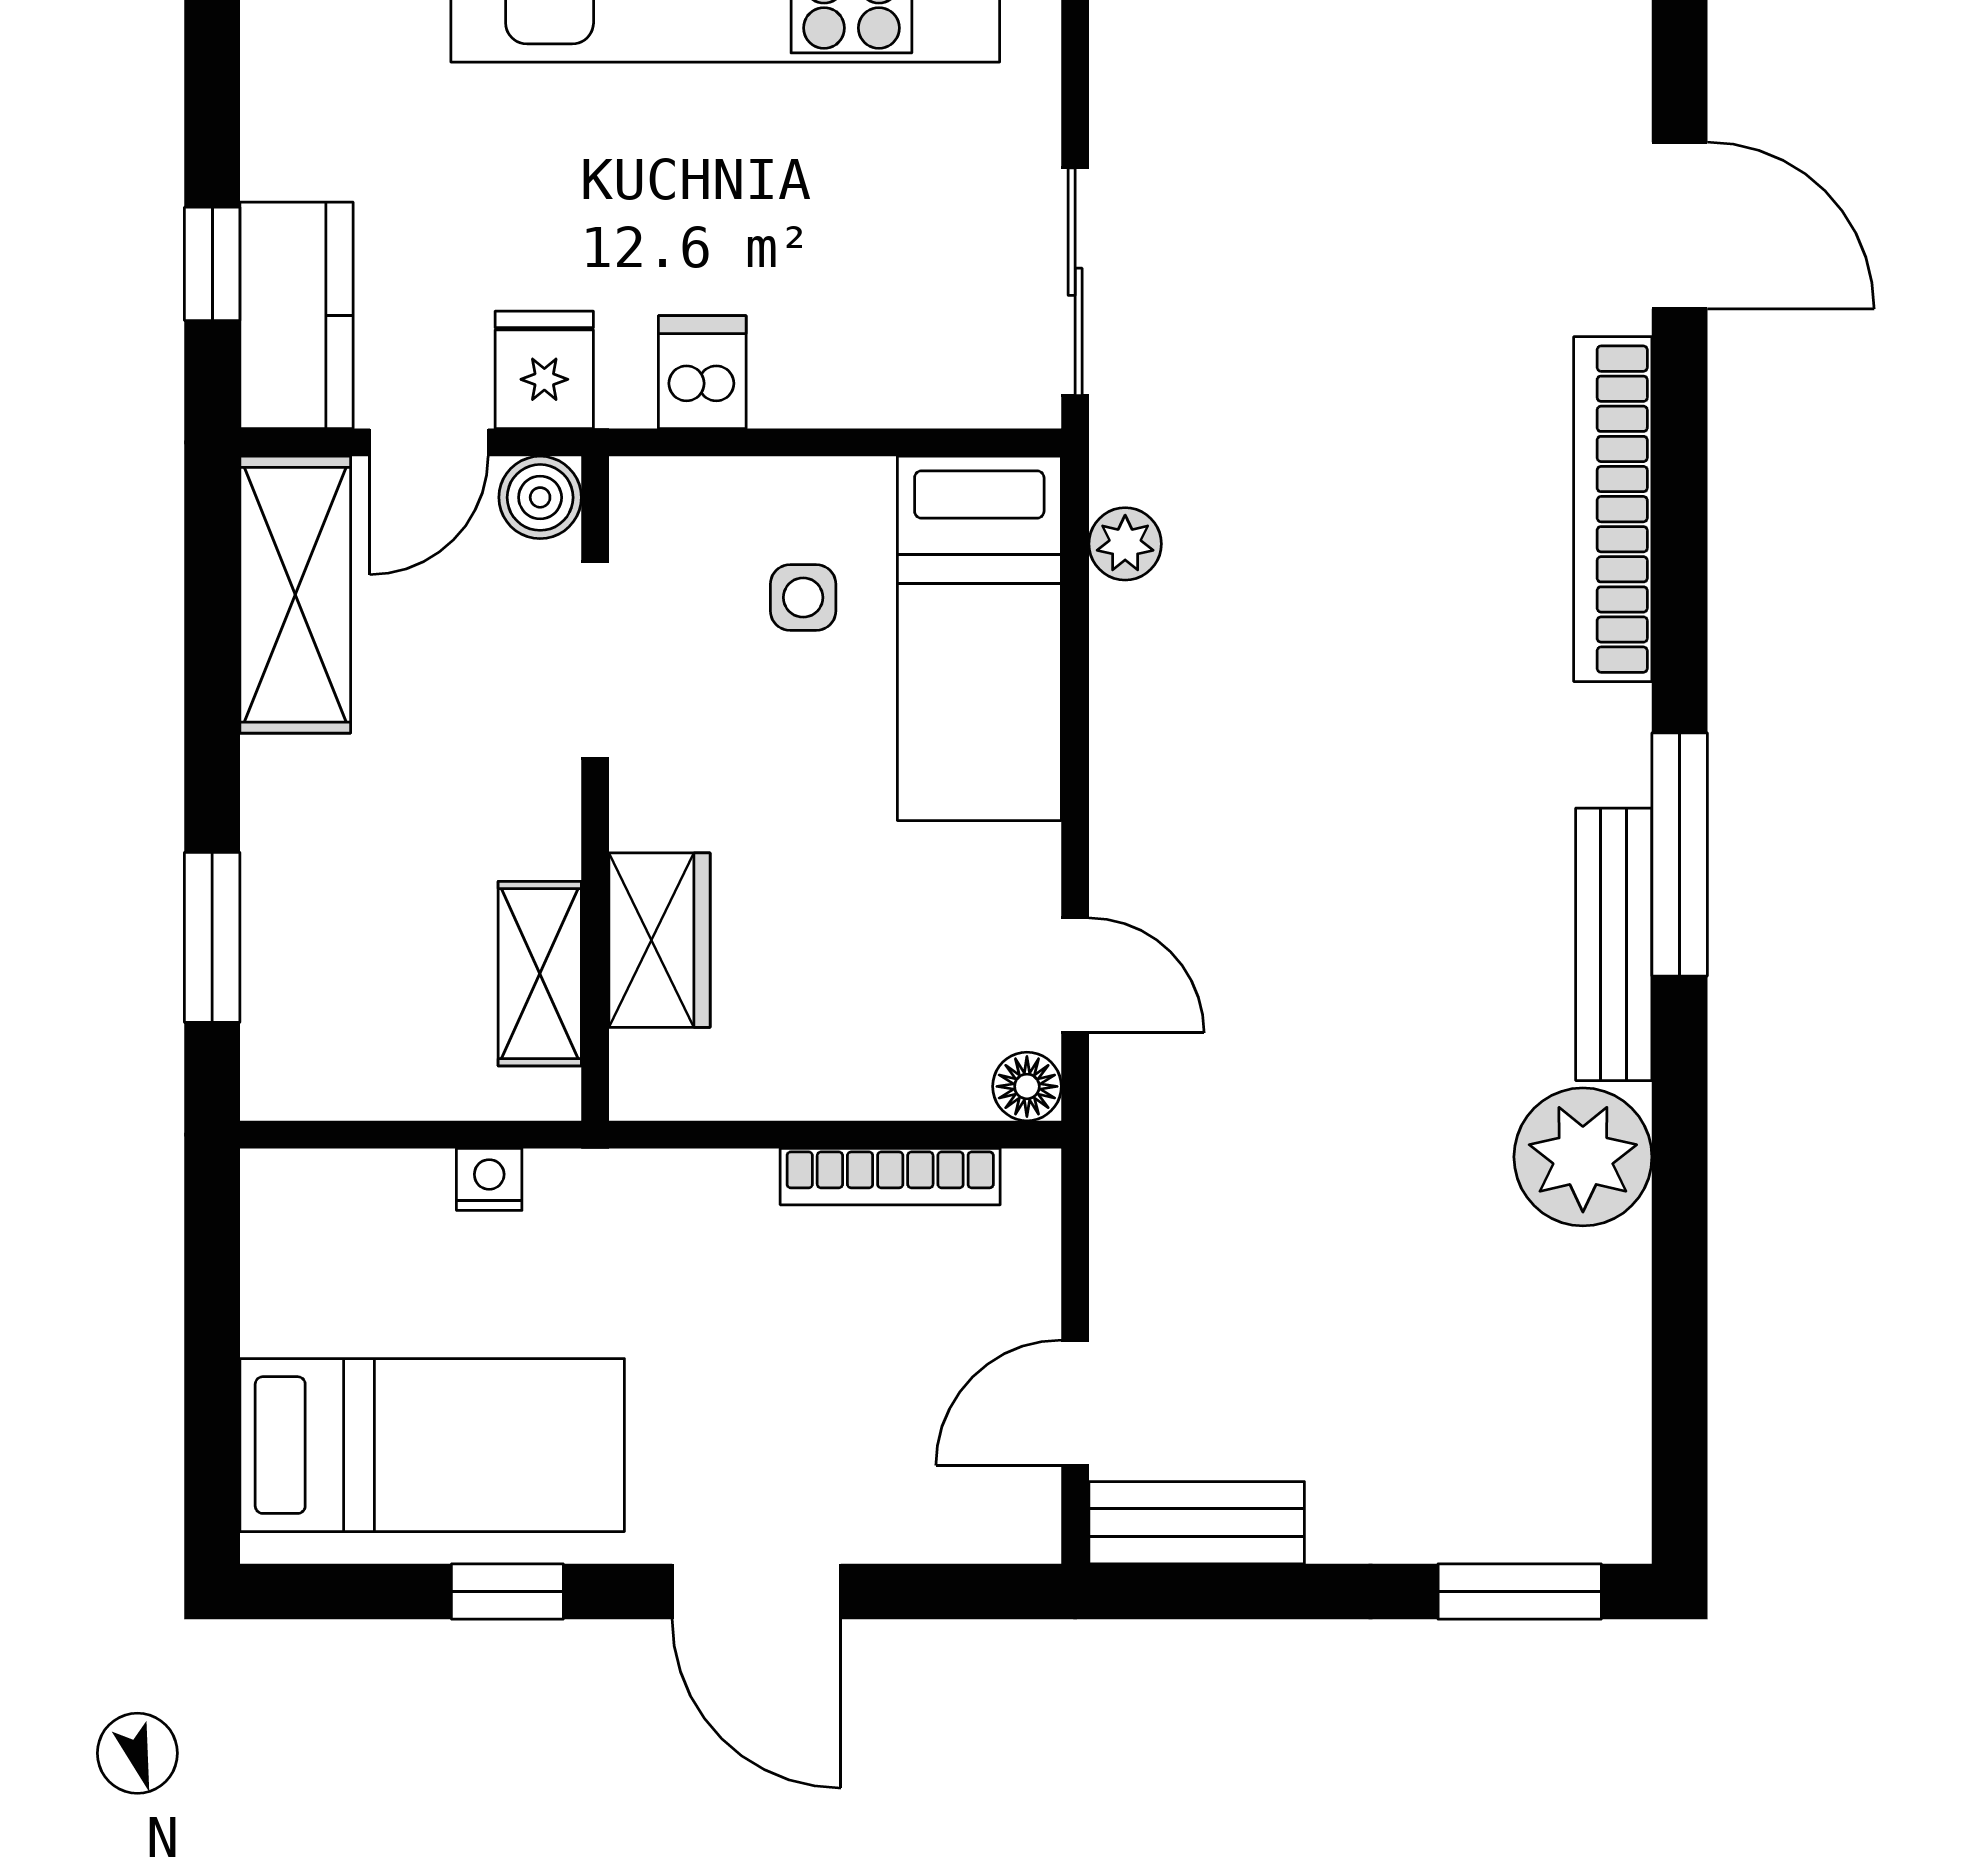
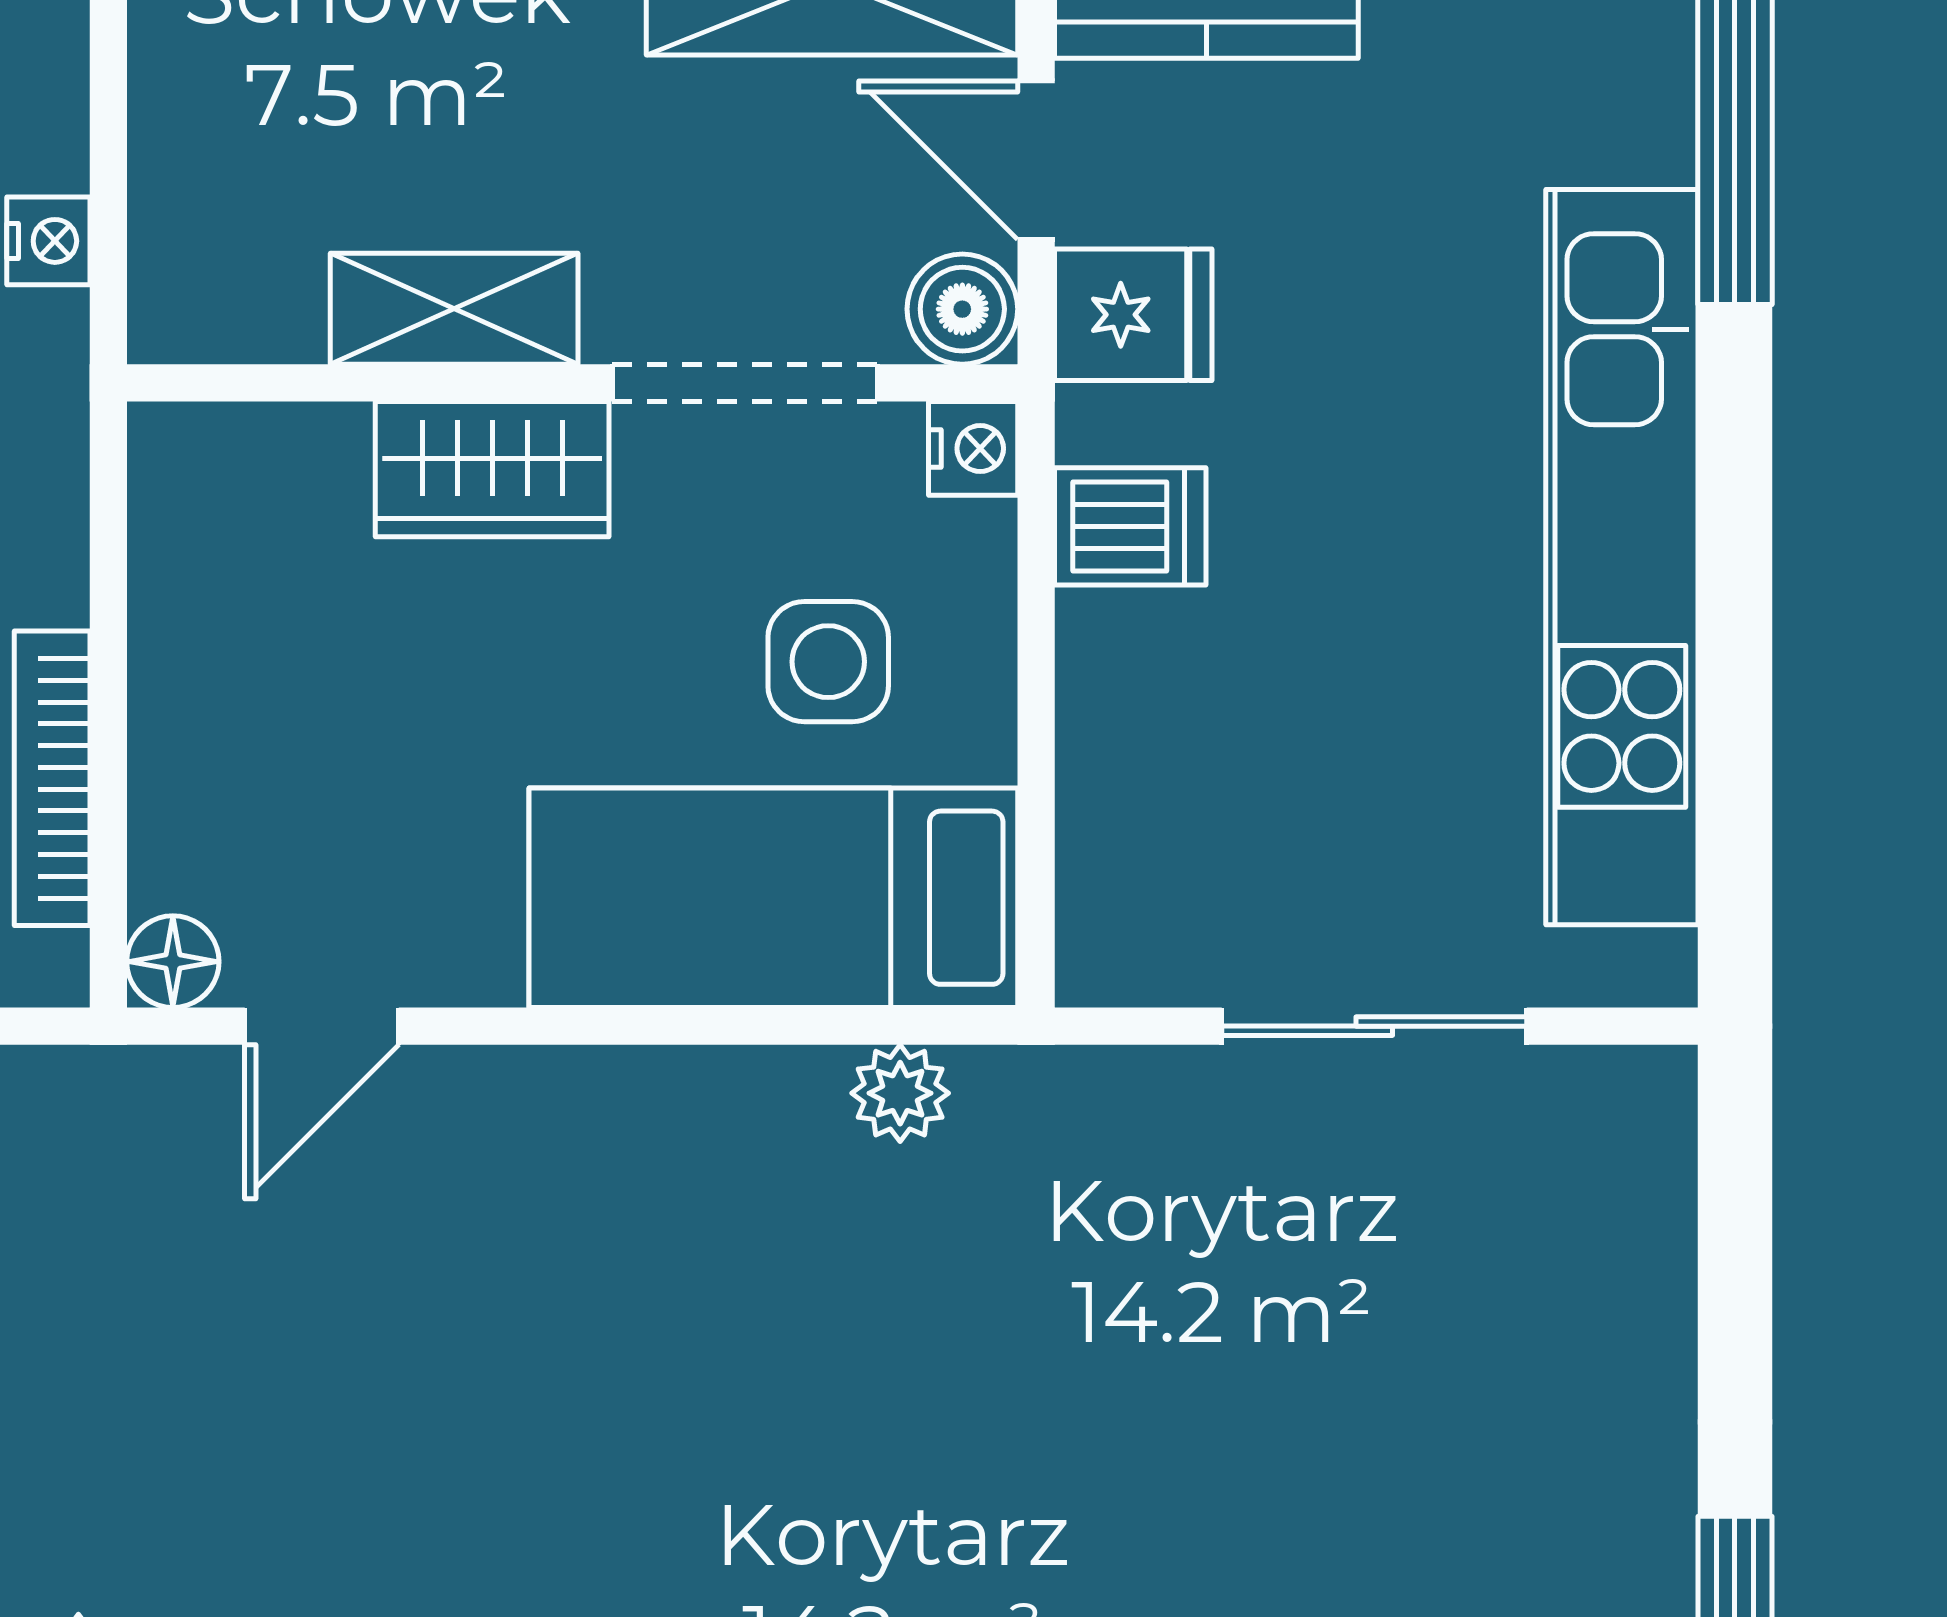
sliding door: (1075, 282) -> (1374, 1026), moved
nightstand: (644, 489) -> (973, 448), added
side table: (803, 597) -> (828, 662), width x1.37, depth x1.37
wardrobe: (660, 940) -> (492, 469), moved
shelving: (540, 974) -> (454, 309), moved

